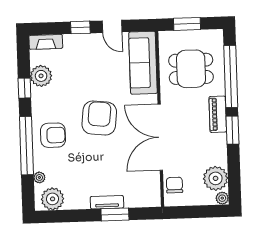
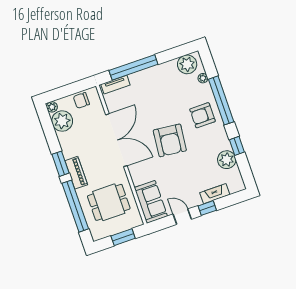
fireplace: (46, 42) -> (215, 194), moved
sofa: (143, 63) -> (151, 202), width x0.73
chair: (174, 185) -> (81, 100), moved, turned 90
tv unit: (107, 202) -> (115, 85), moved
window: (115, 214) -> (133, 67), width x2.11

